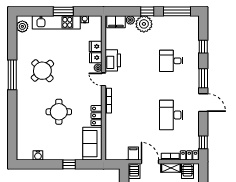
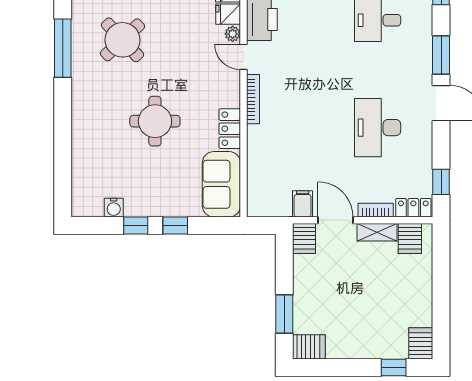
window: (49, 164) -> (136, 225), added

